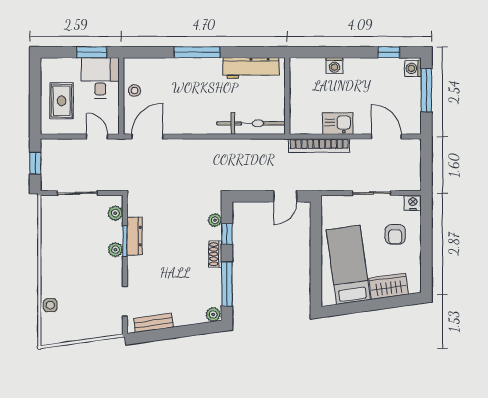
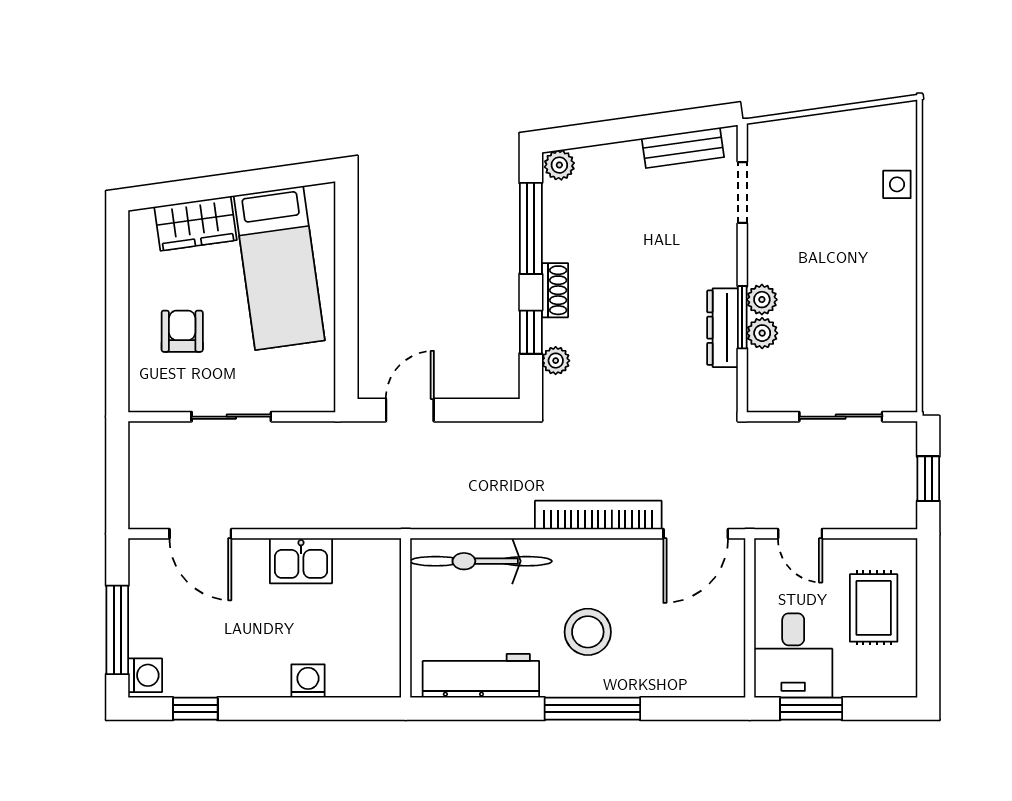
stool: (135, 91) -> (588, 632), moved, width x1.89, depth x1.89
bookcase: (319, 146) -> (598, 515), moved
nightstand: (413, 203) -> (146, 396), removed
plant: (115, 213) -> (762, 333), moved

